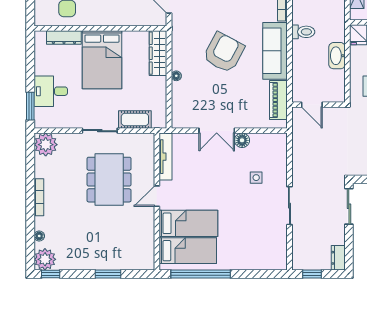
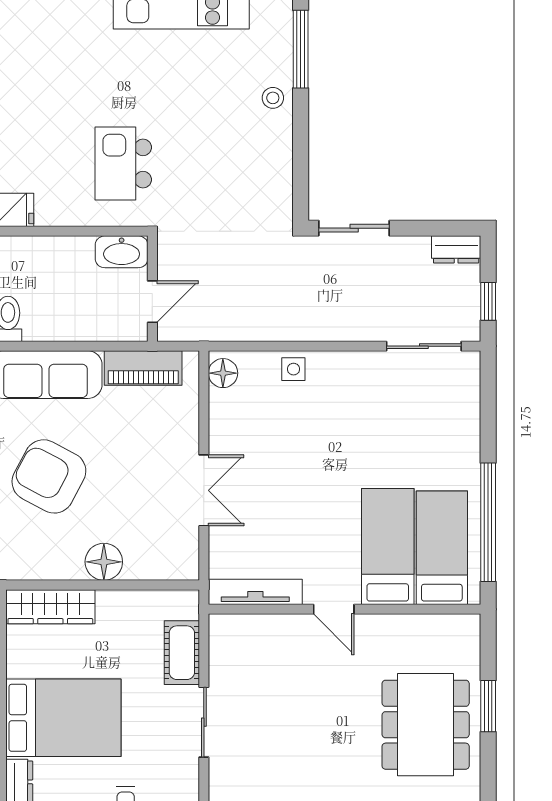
washbasin: (337, 56) -> (122, 252), moved
floor lamp: (176, 76) -> (104, 562), width x1.89, depth x1.89
floor lamp: (242, 140) -> (223, 373), moved
side table: (256, 178) -> (293, 369), moved
dining table: (109, 180) -> (426, 725), moved, turned 90
sliding door: (289, 206) -> (424, 346), moved

